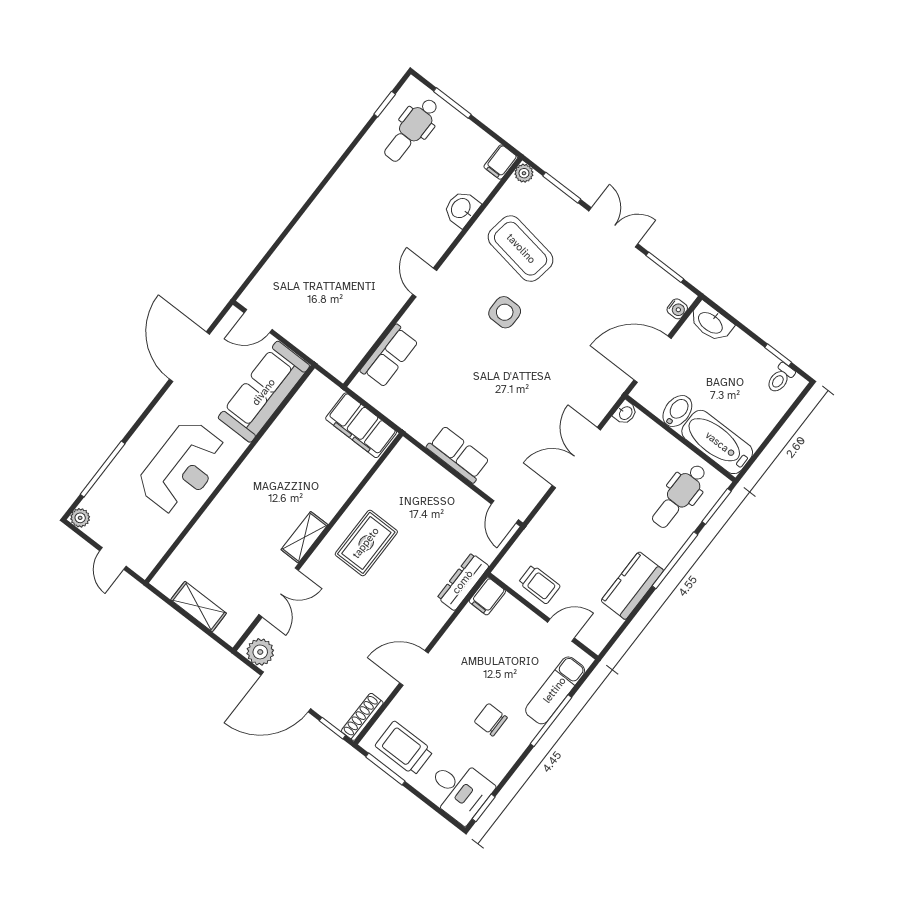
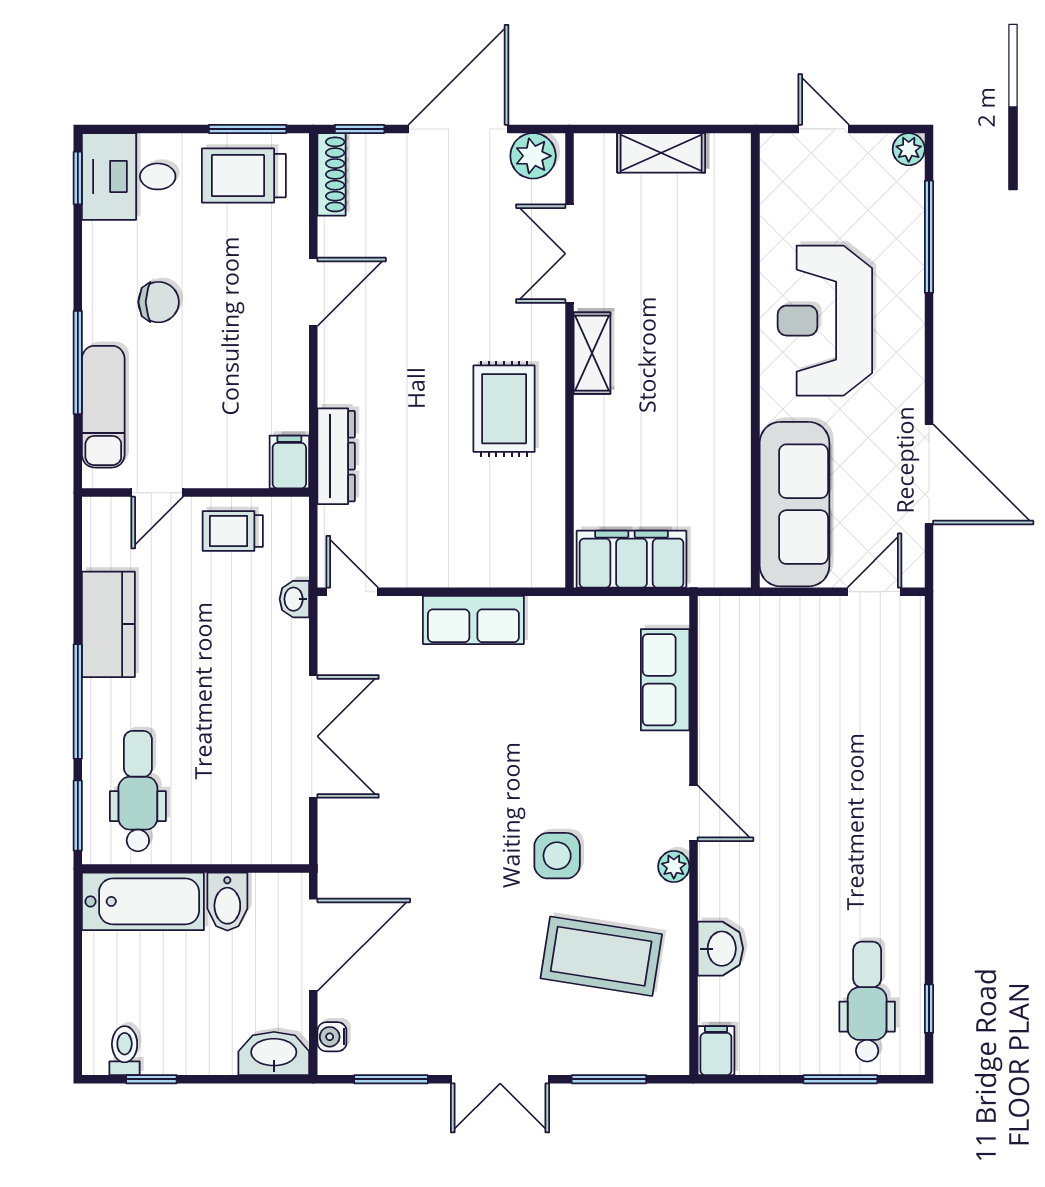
plant: (524, 173) -> (674, 866), moved
washbasin: (625, 413) -> (294, 599), moved
trolley: (404, 748) -> (244, 176), turned 180

